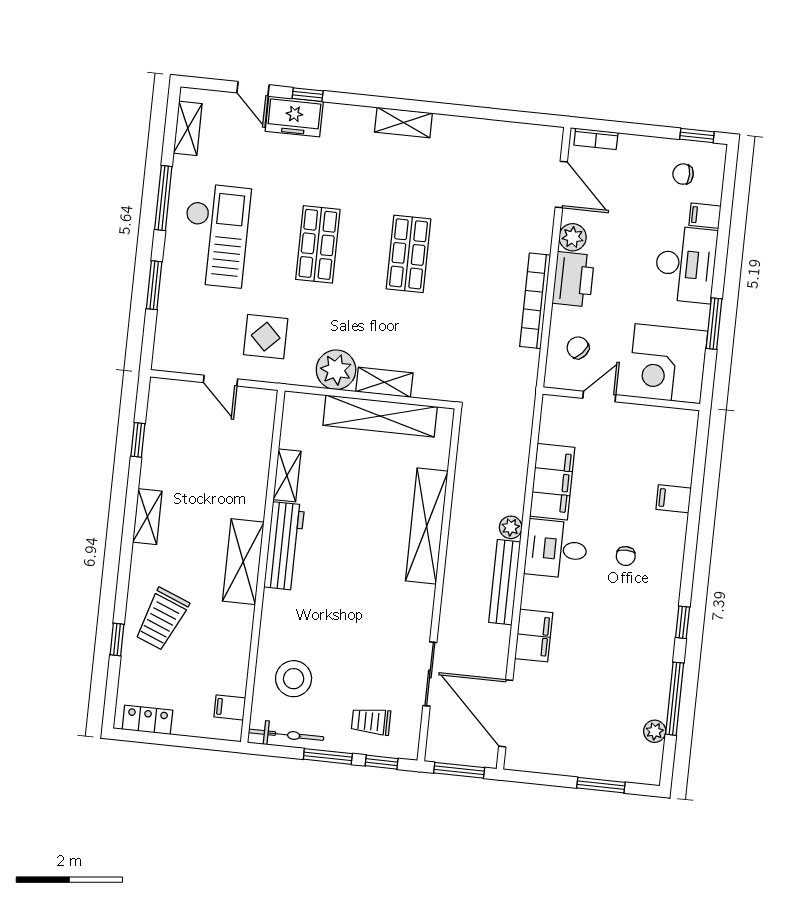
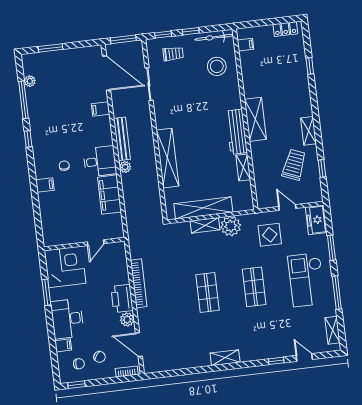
freezer: (294, 116) -> (316, 220), moved, turned -90
chair: (578, 348) -> (100, 357), moved
filing cabinet: (674, 499) -> (45, 185), moved
trolley: (162, 619) -> (294, 165), moved
filing cabinet: (534, 636) -> (100, 109), width x0.50
window: (328, 756) -> (191, 31), width x0.67

